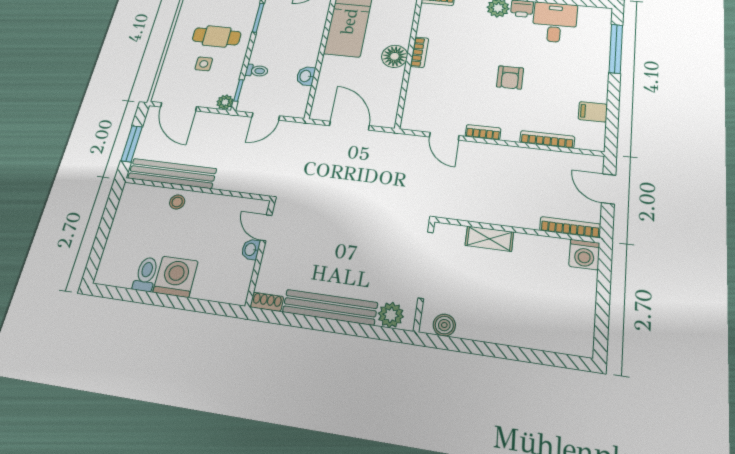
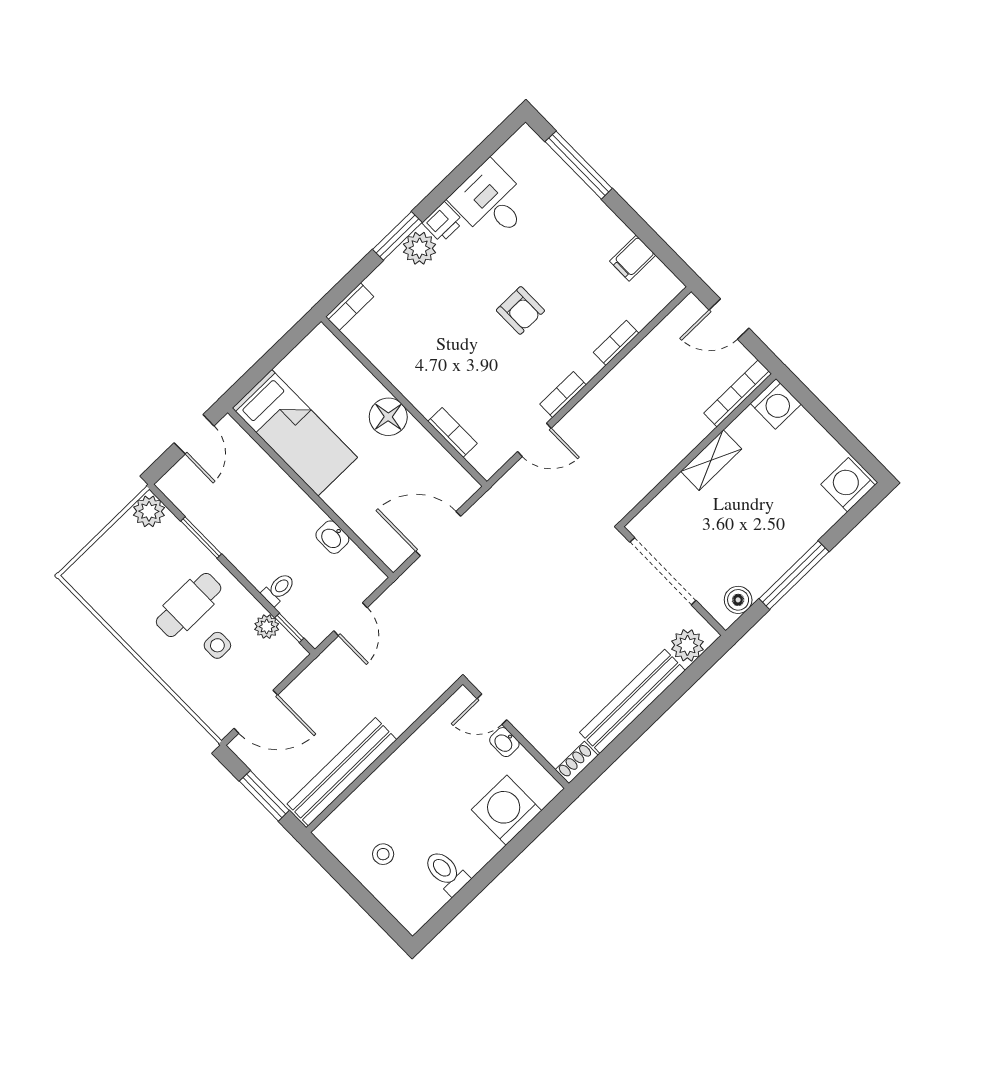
bookcase: (419, 52) -> (452, 432), moved
plant: (225, 102) -> (267, 627), moved
bookcase: (547, 139) -> (616, 343), width x0.64
stool: (177, 202) -> (383, 854), moved
shelving: (489, 239) -> (711, 460), moved
washing machine: (176, 277) -> (506, 810), moved
washing machine: (575, 340) -> (848, 485), added
window: (489, 349) -> (794, 575), added

